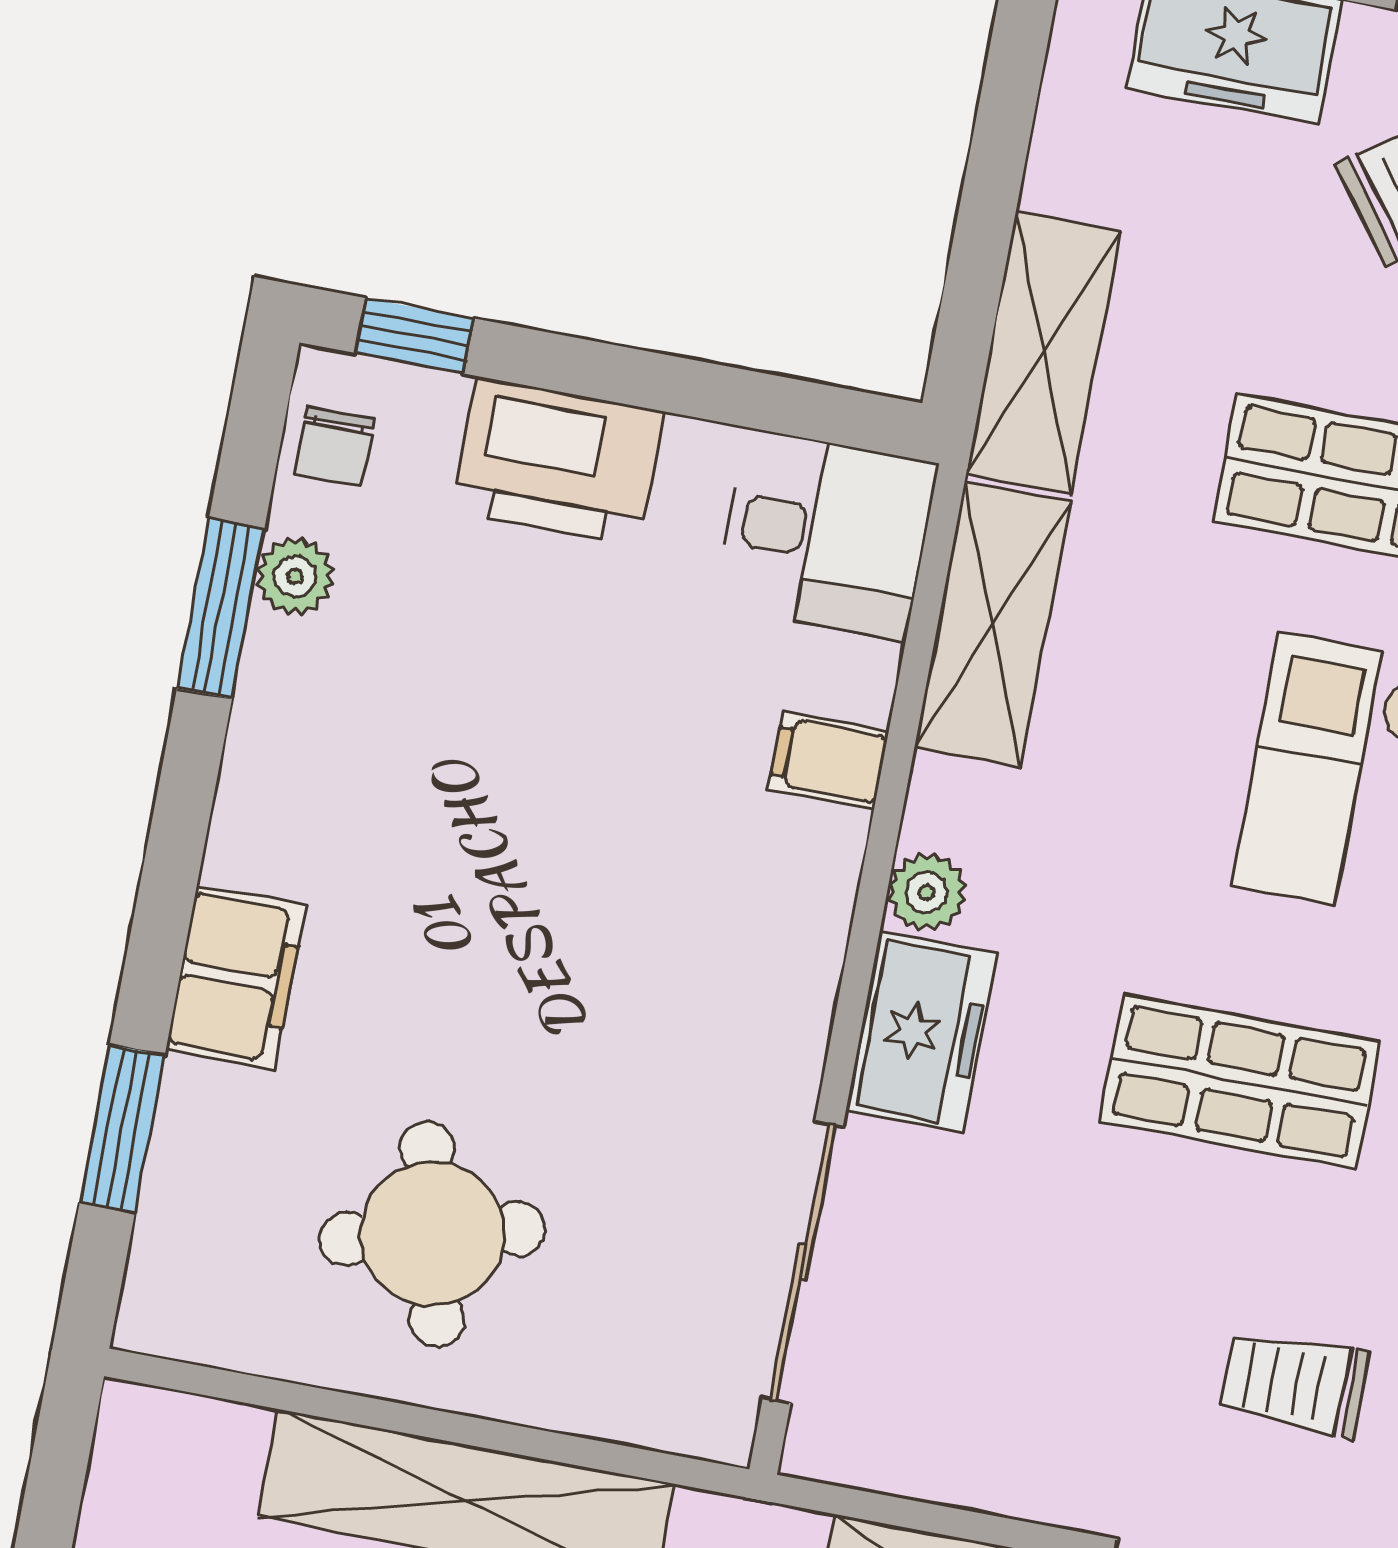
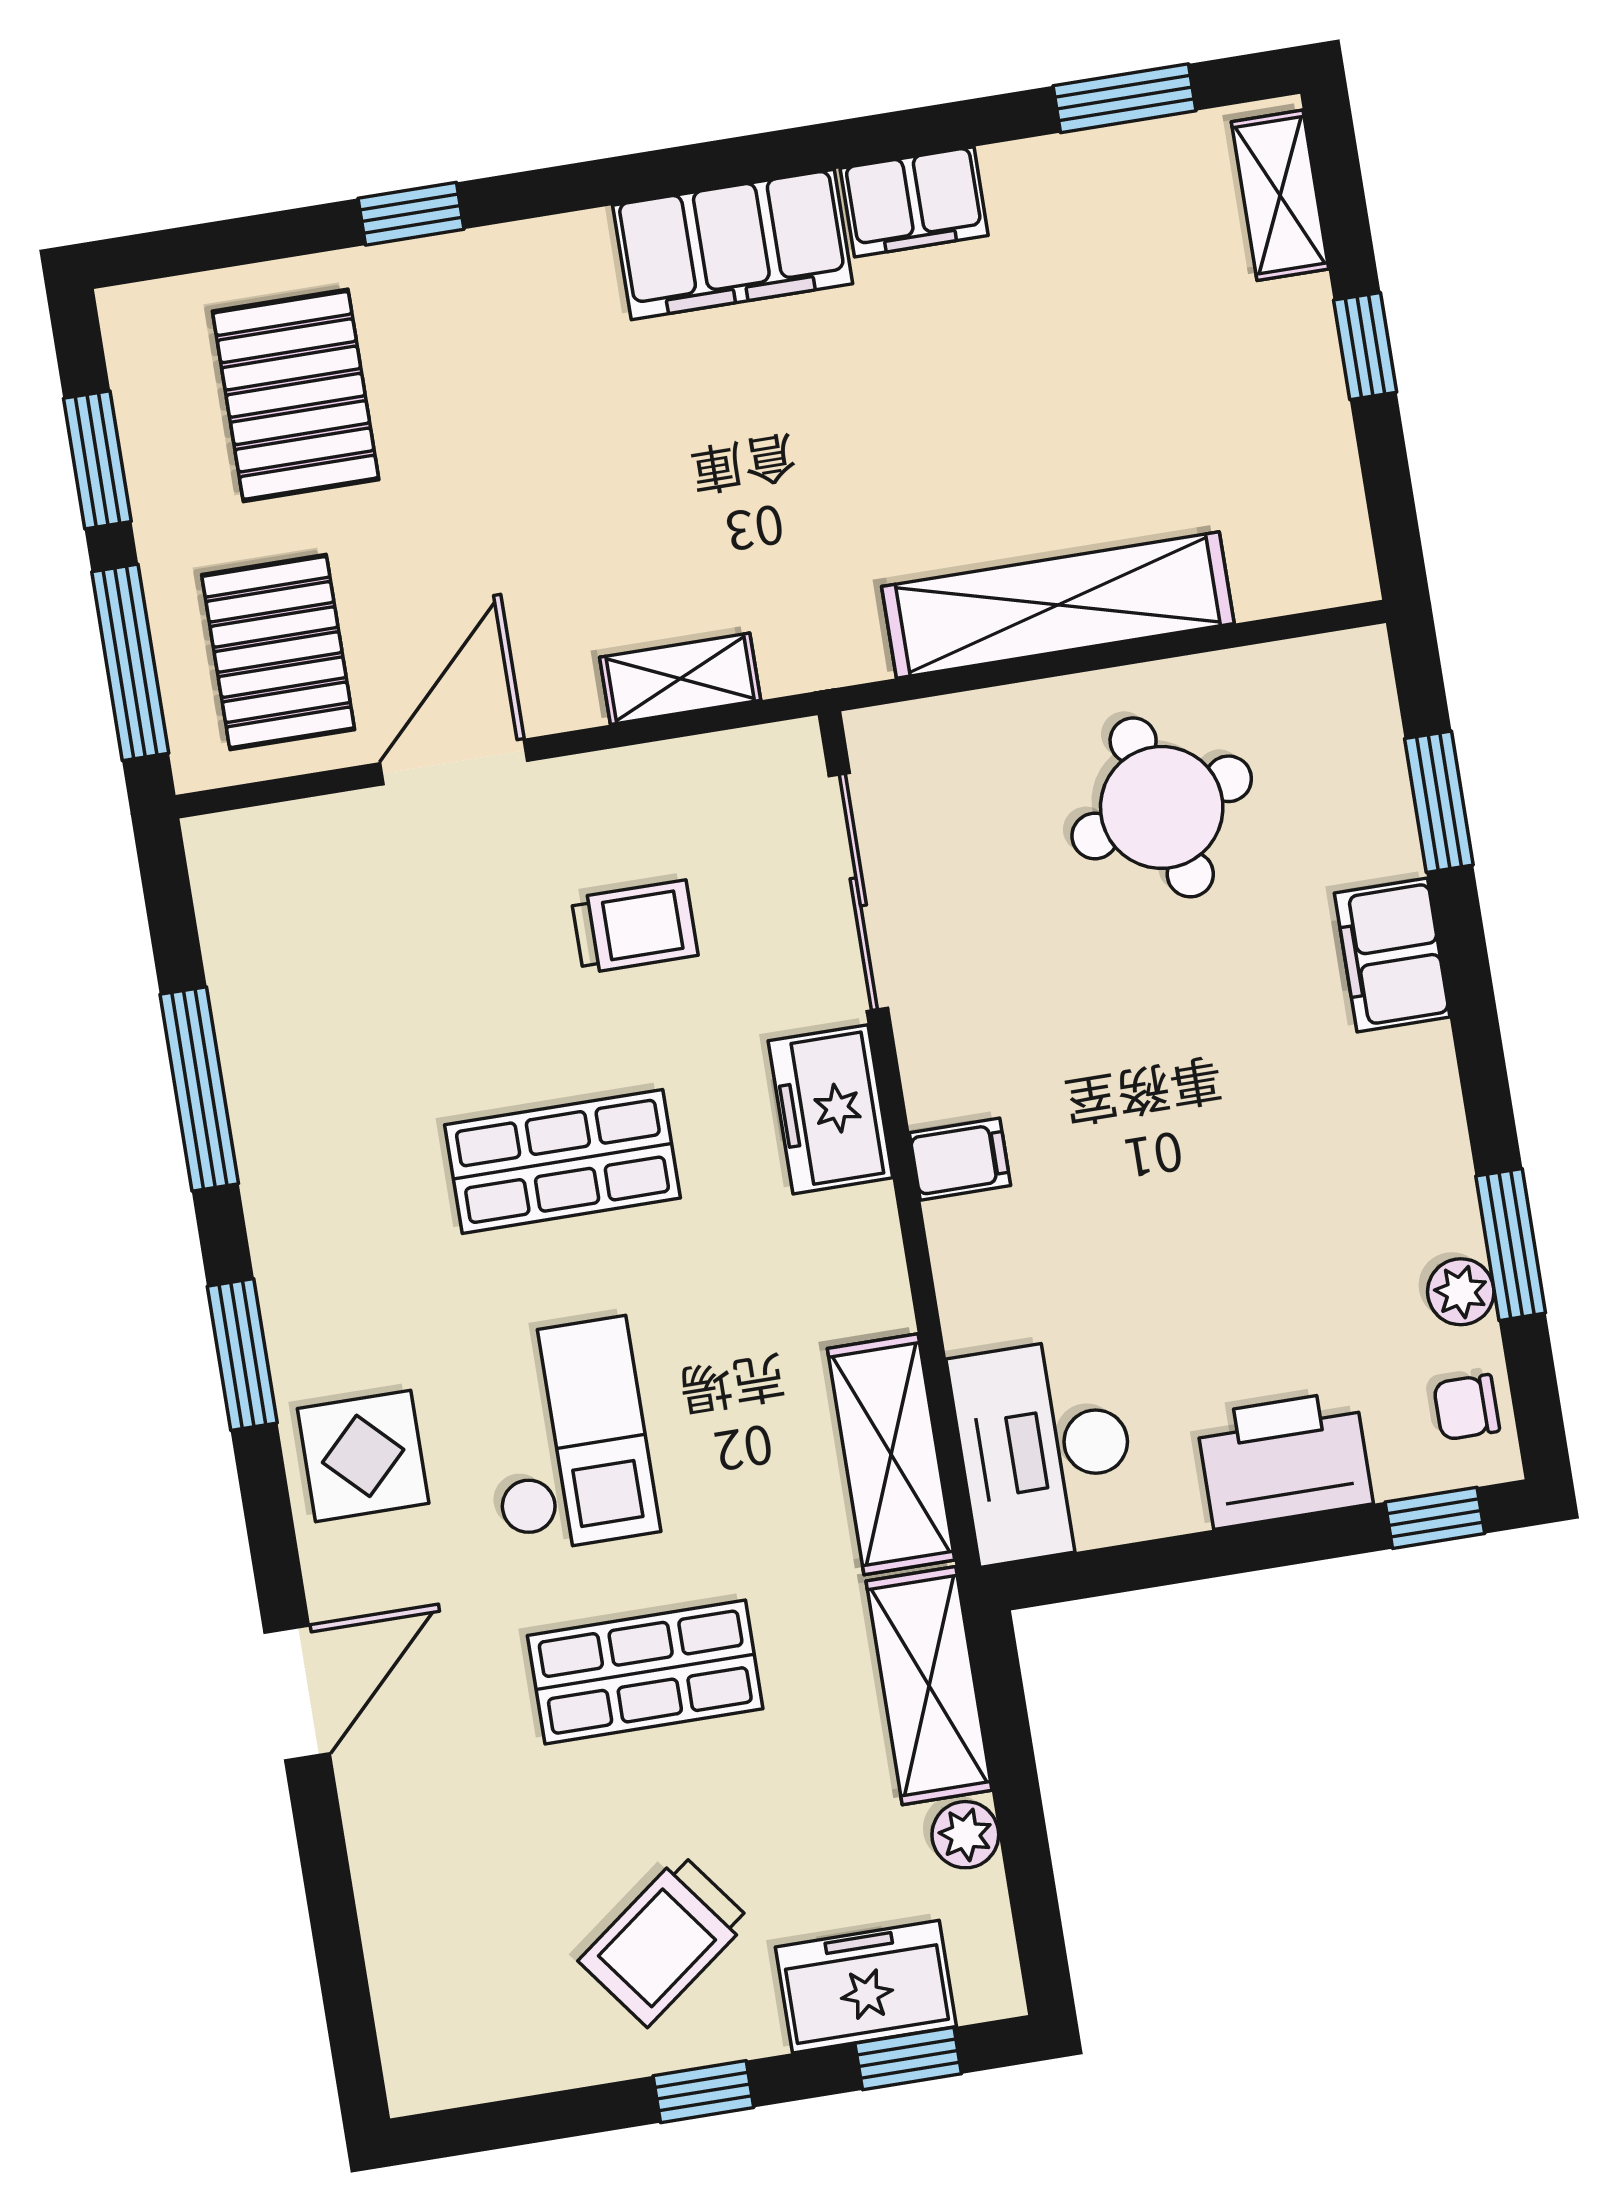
chair: (335, 446) -> (1467, 1407), turned -90
desk: (826, 535) -> (1045, 1450), width x1.37
filing cabinet: (828, 760) -> (960, 1159), moved
plant: (927, 892) -> (965, 1835), moved
trolley: (1294, 1383) -> (635, 927), moved

